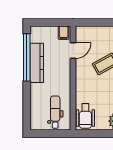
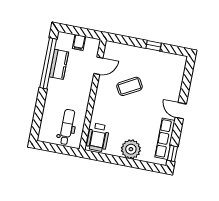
filing cabinet: (64, 33) -> (79, 42), moved
kitchen counter: (37, 63) -> (59, 64), width x0.67

